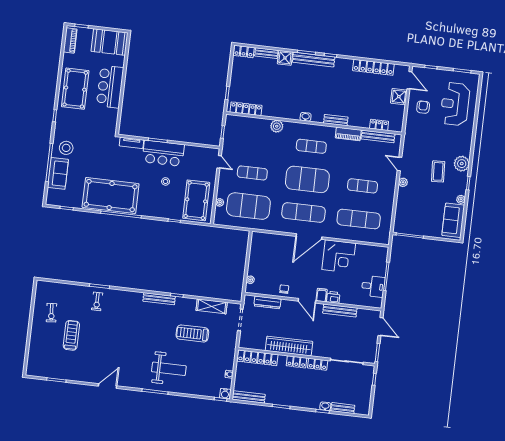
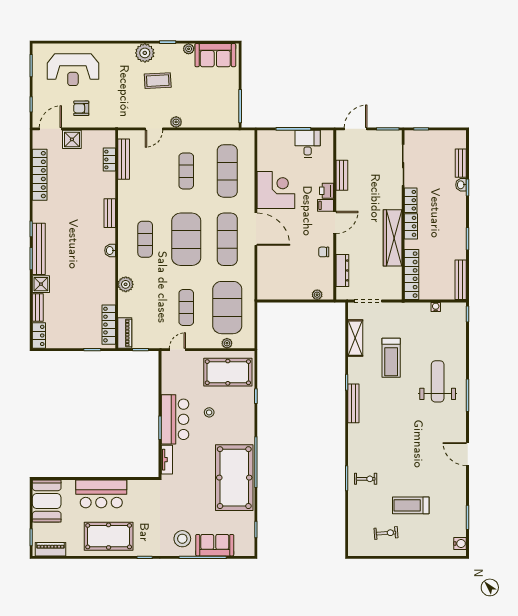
piano: (348, 134) -> (125, 333), moved
bench: (340, 311) -> (342, 175), width x0.73
water cooler: (225, 394) -> (460, 543), moved

